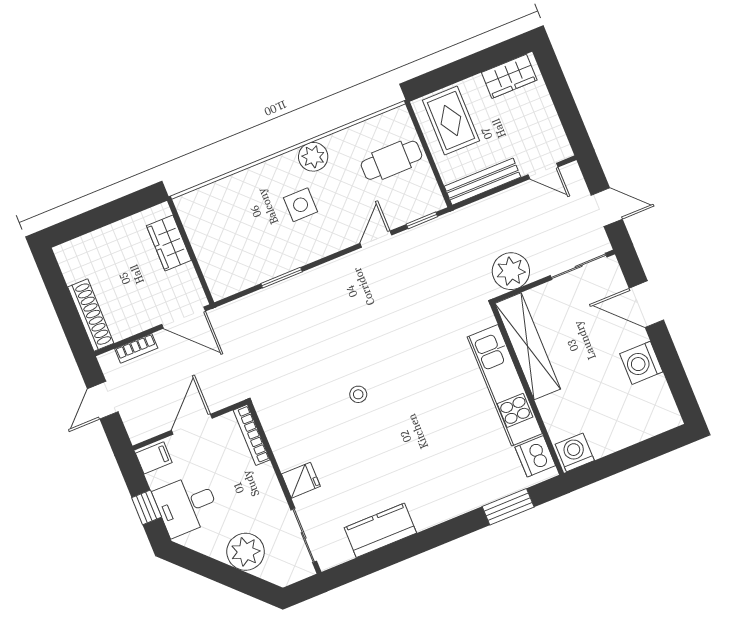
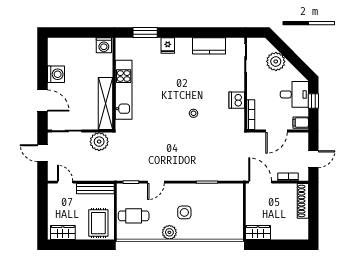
wardrobe: (169, 243) -> (258, 232), moved, turned -90
dishwasher: (535, 456) -> (237, 100), moved, turned 180
fridge: (301, 480) -> (168, 46), moved, turned -90

